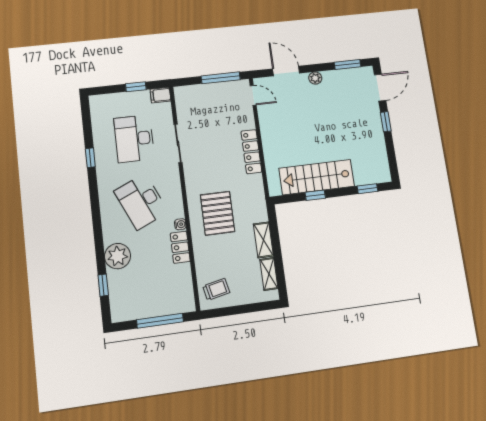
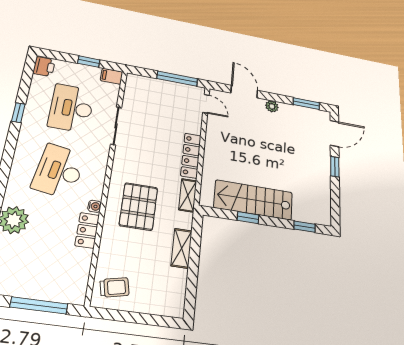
printer: (98, 105) -> (44, 67), added
desk: (141, 202) -> (59, 171), turned 33
shelving: (269, 274) -> (188, 195), moved

